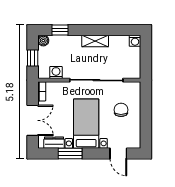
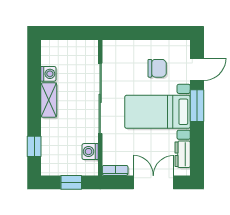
boiler: (43, 41) -> (48, 168), removed
washing machine: (135, 41) -> (48, 74), moved
chair: (121, 110) -> (157, 68), moved, turned 180
window: (70, 154) -> (197, 106), moved

